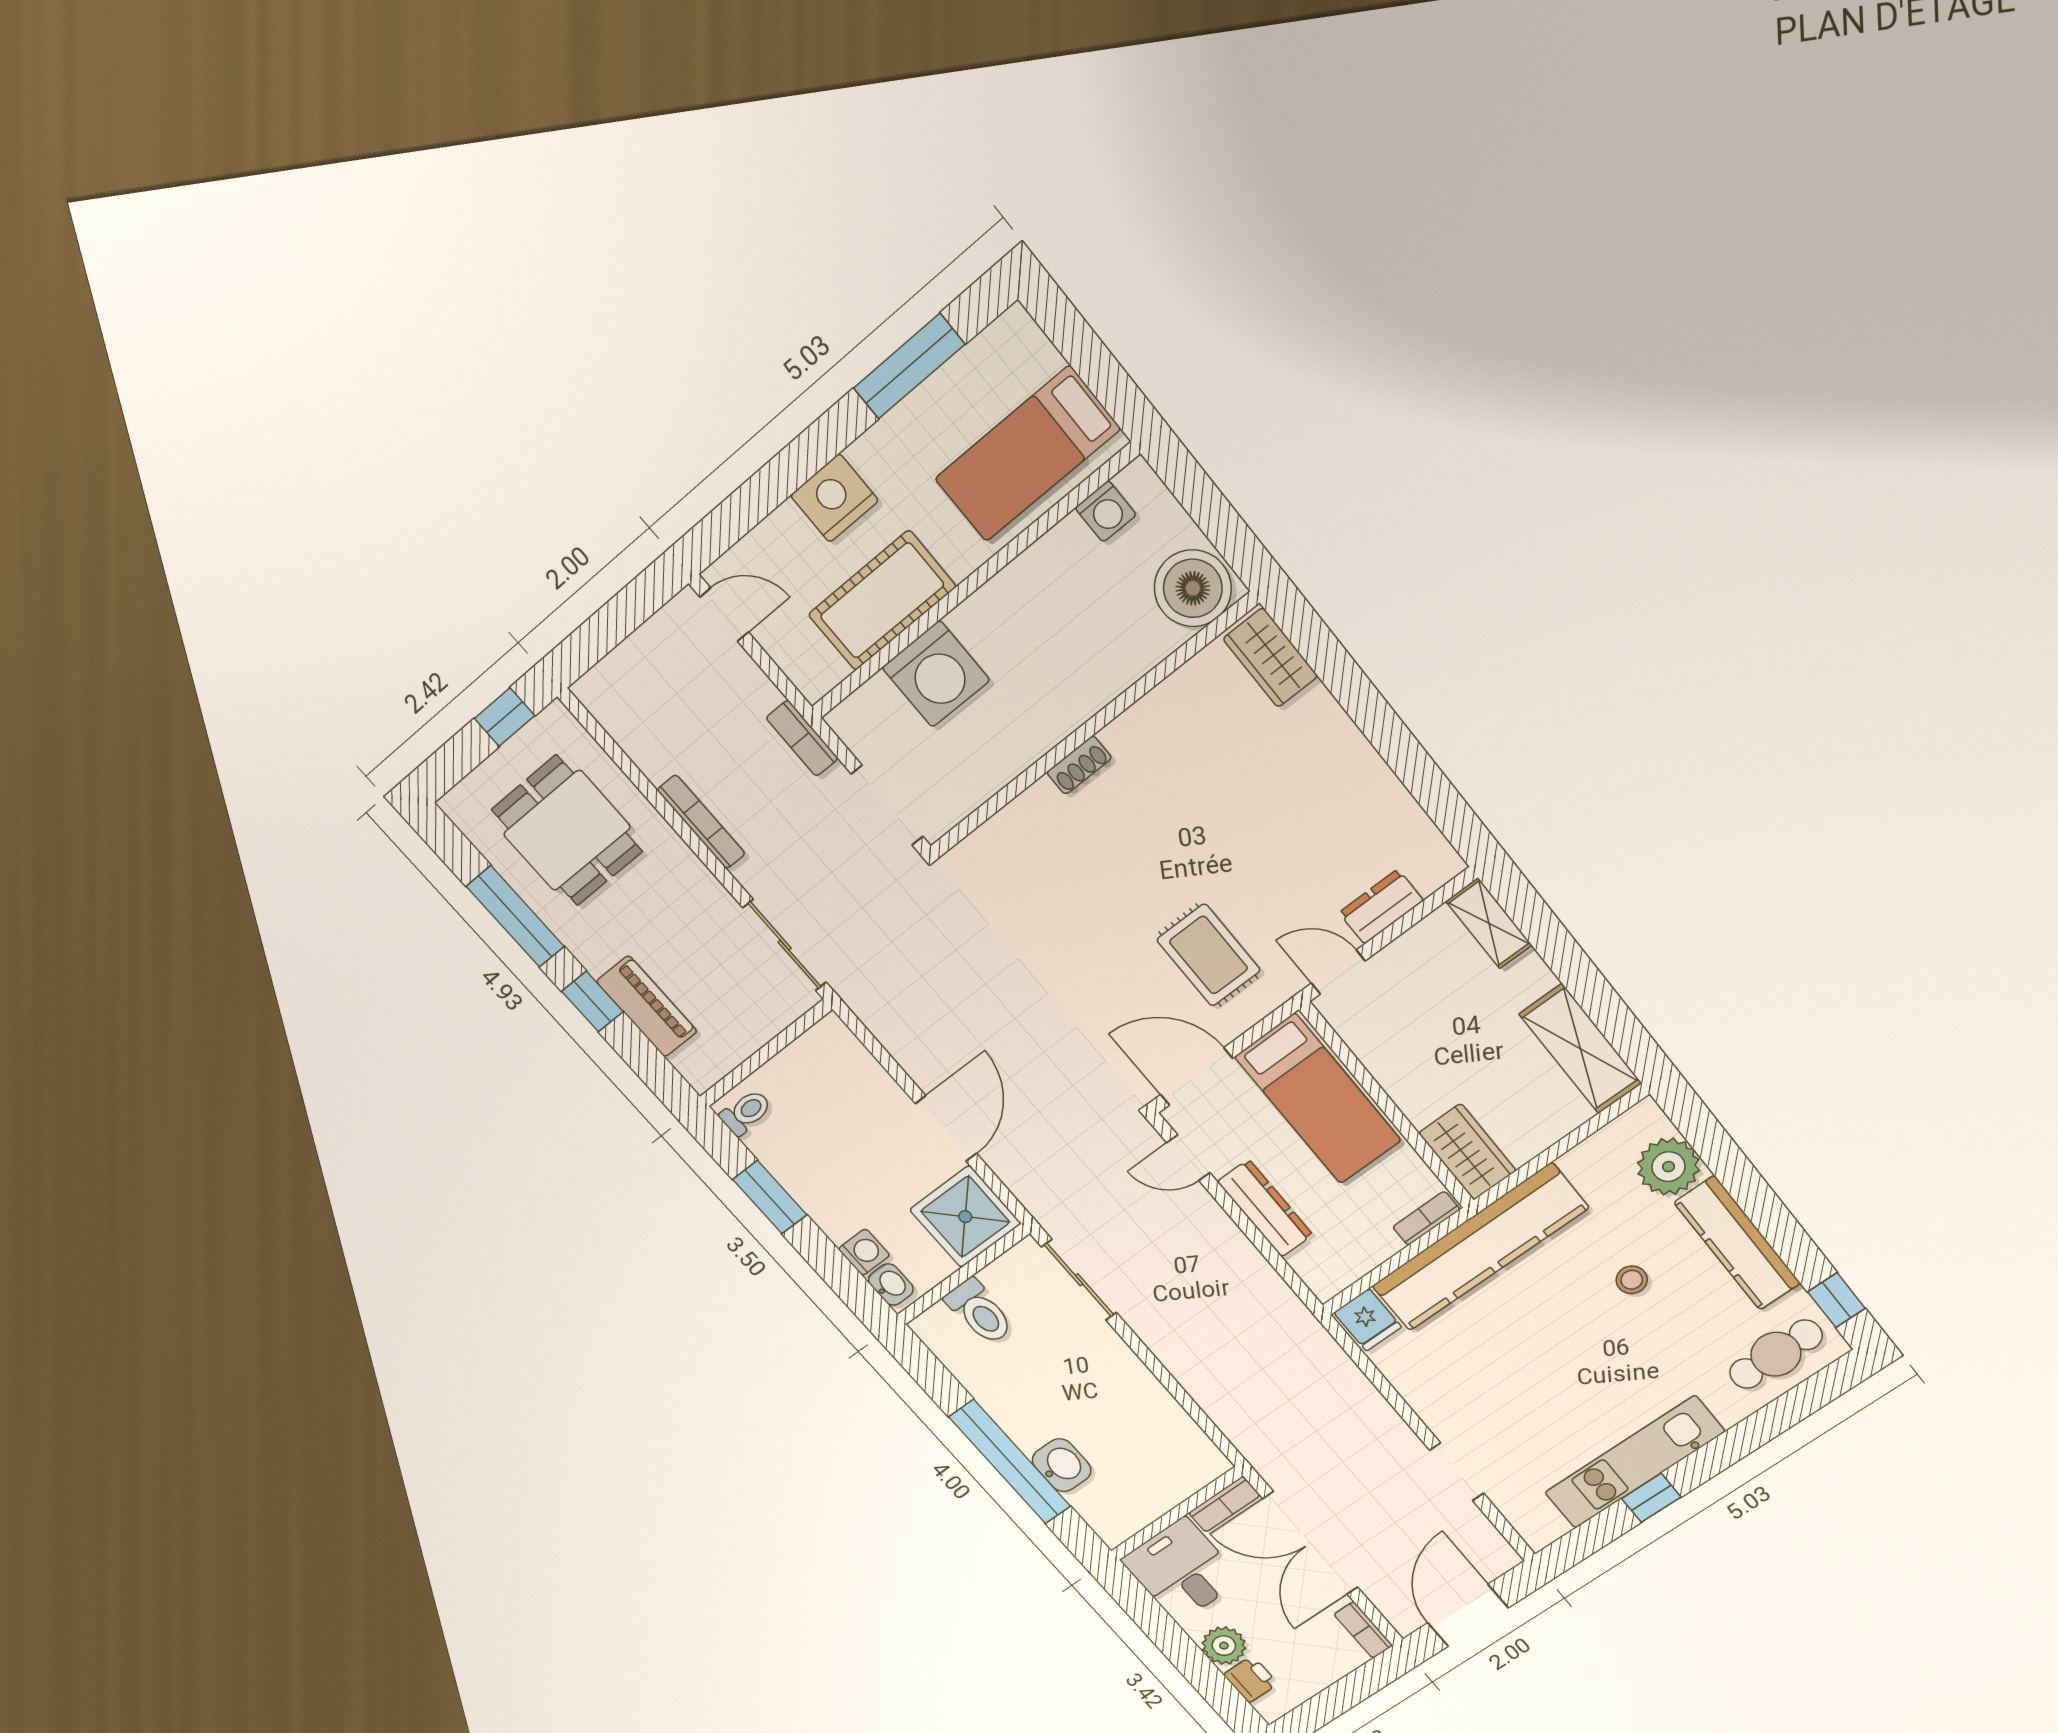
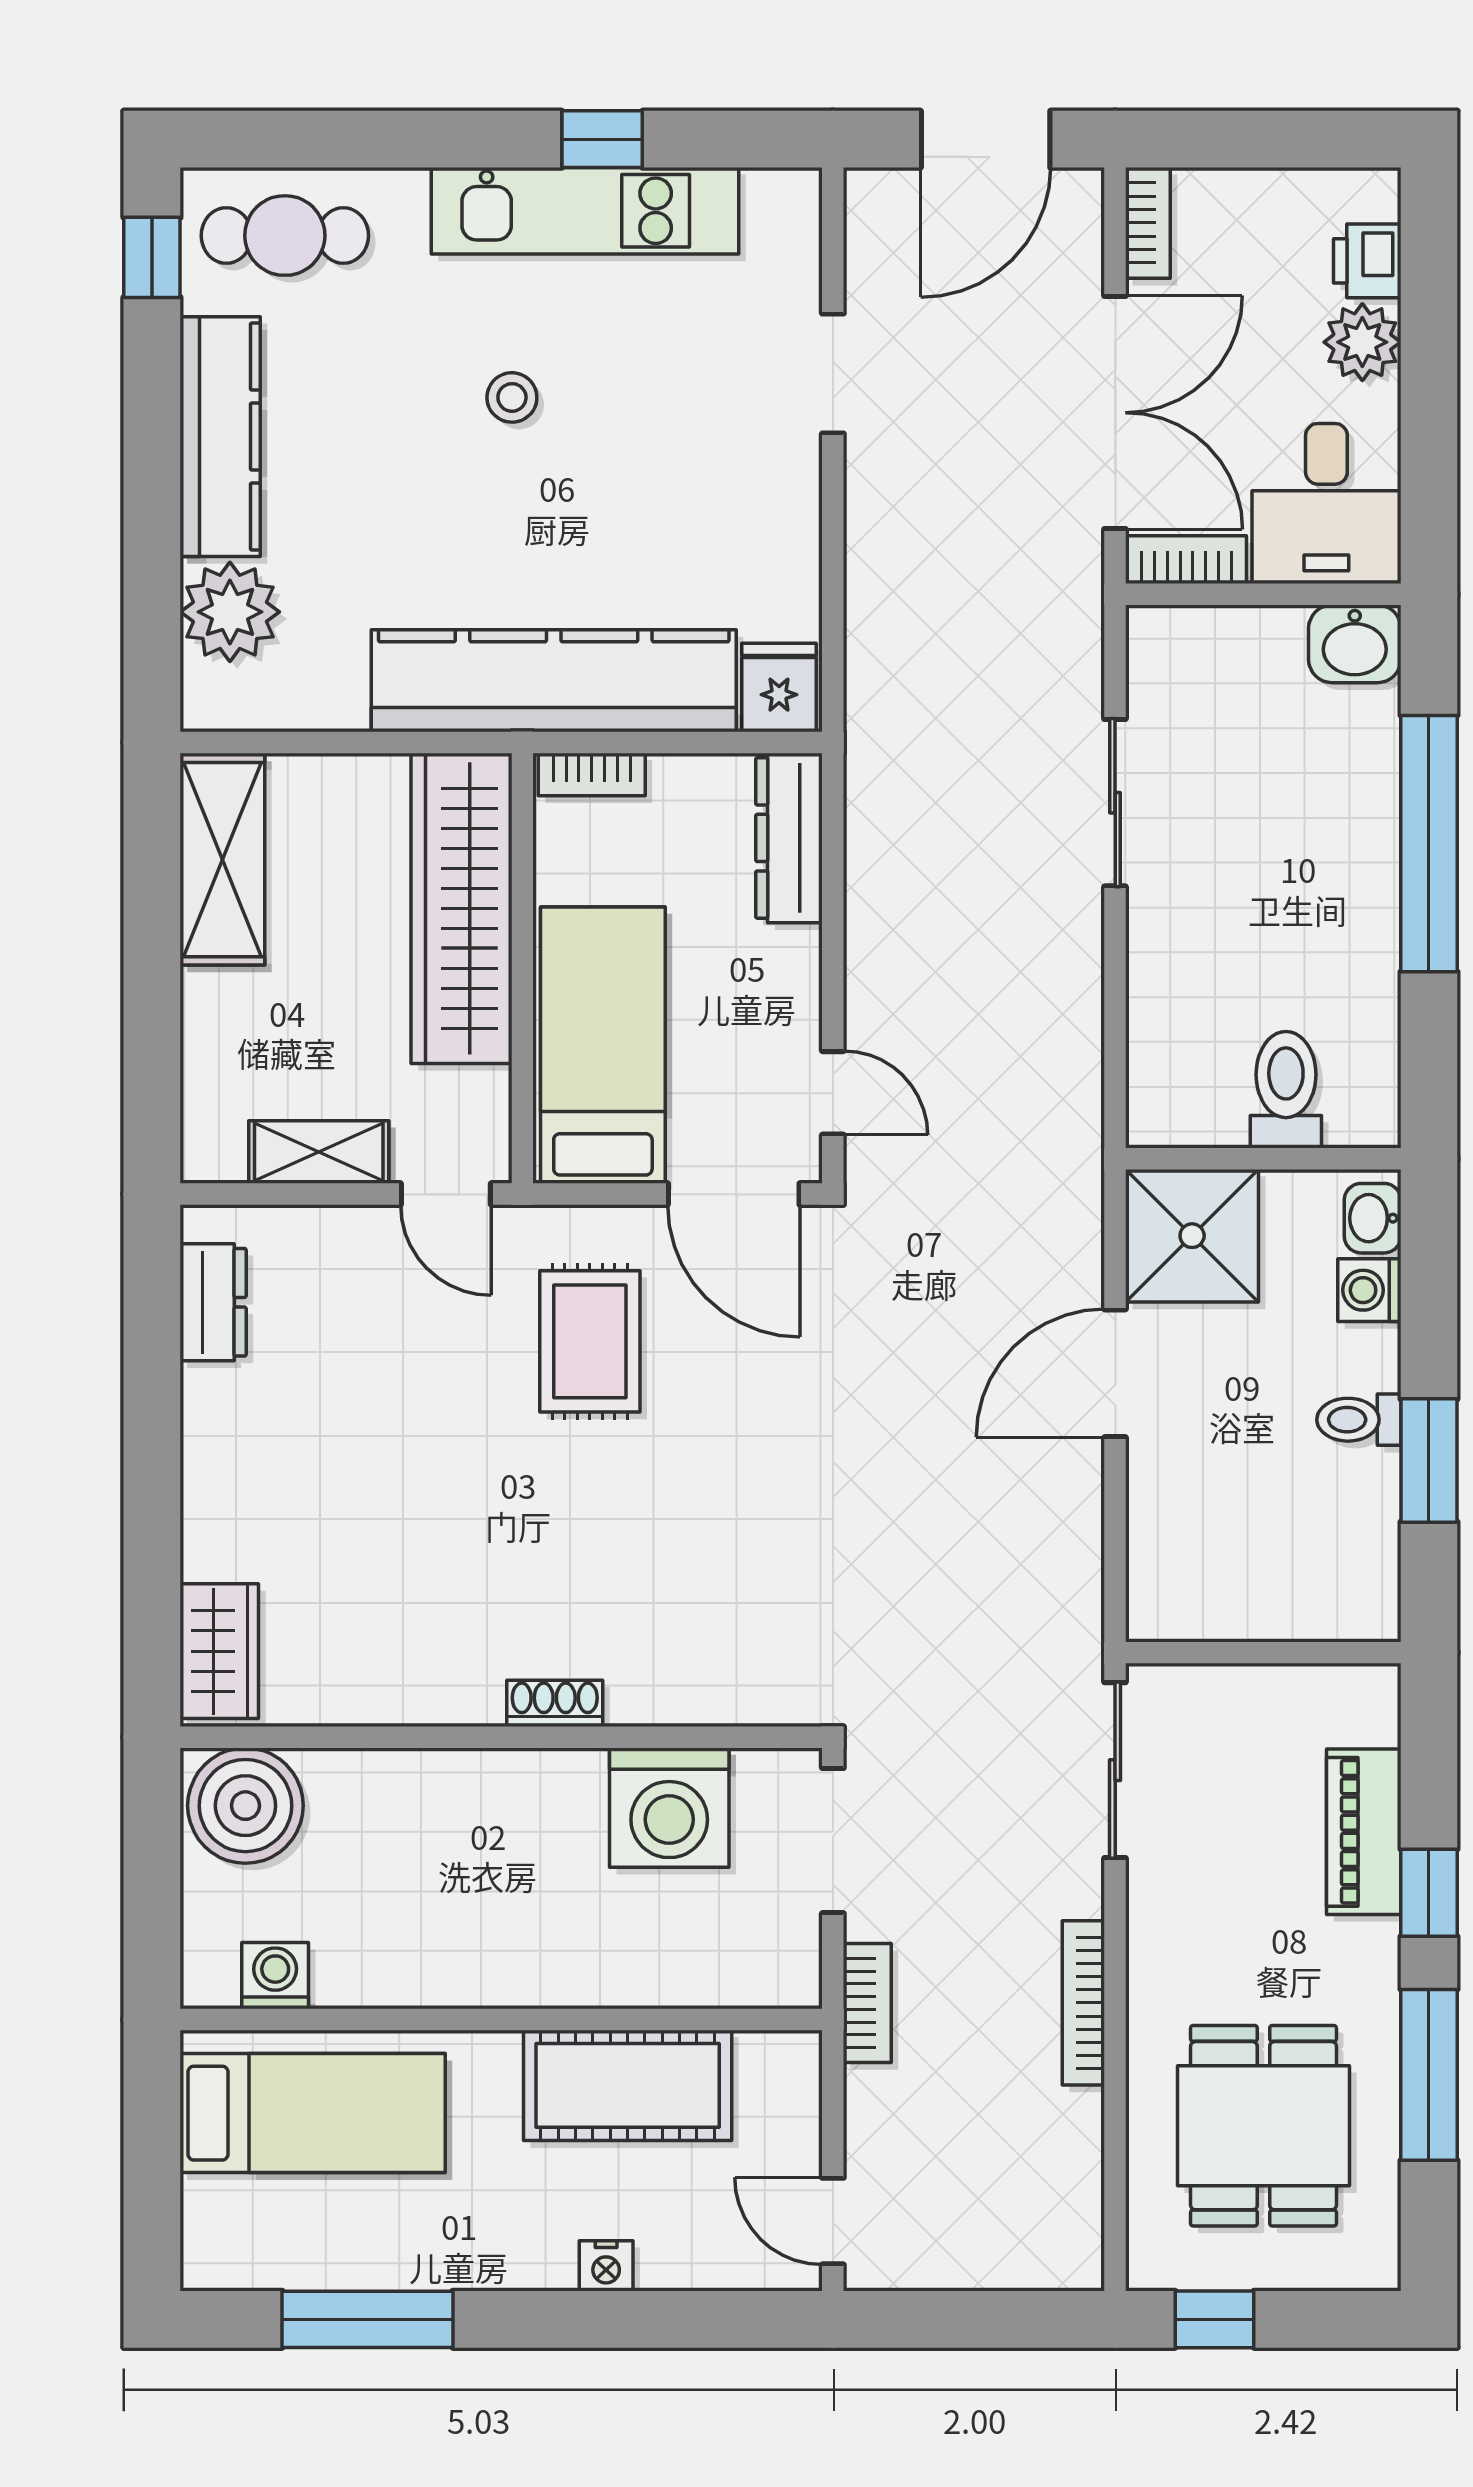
nightstand: (834, 498) -> (606, 2266), width x0.53, depth x0.56
washing machine: (936, 674) -> (669, 1808), moved, turned 180
dresser: (1381, 907) -> (213, 1302), moved, turned -90
shelving: (1489, 923) -> (319, 1152), moved, turned 90
toilet: (746, 1112) -> (1359, 1420), moved
wardrobe: (1467, 1152) -> (461, 908), width x2.10, depth x1.17
dresser: (1265, 1208) -> (789, 838), moved
sliding door: (1079, 1280) -> (1115, 803), moved
stool: (1632, 1280) -> (512, 397), moved
washbasin: (1062, 1465) -> (1355, 644), moved, turned -90

